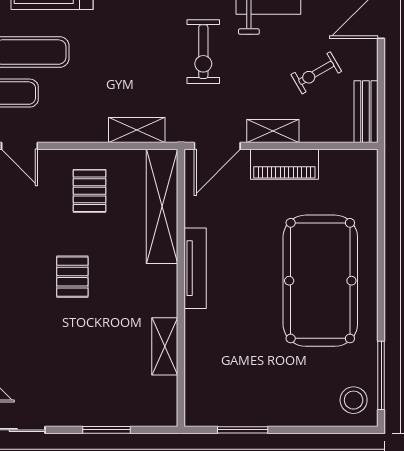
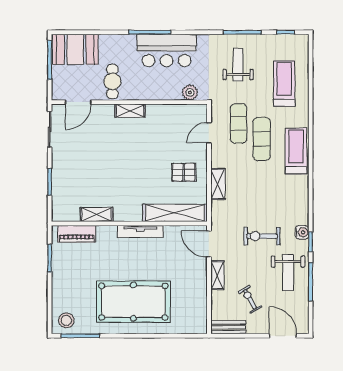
shelving: (137, 130) -> (218, 184), moved
piano: (284, 164) -> (77, 234), moved, turned -90
pallet: (72, 277) -> (136, 163), removed

